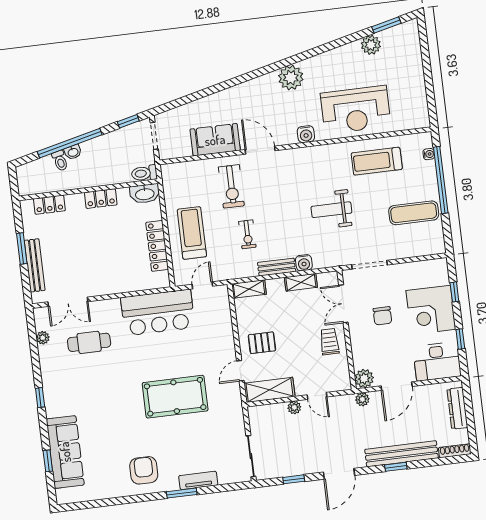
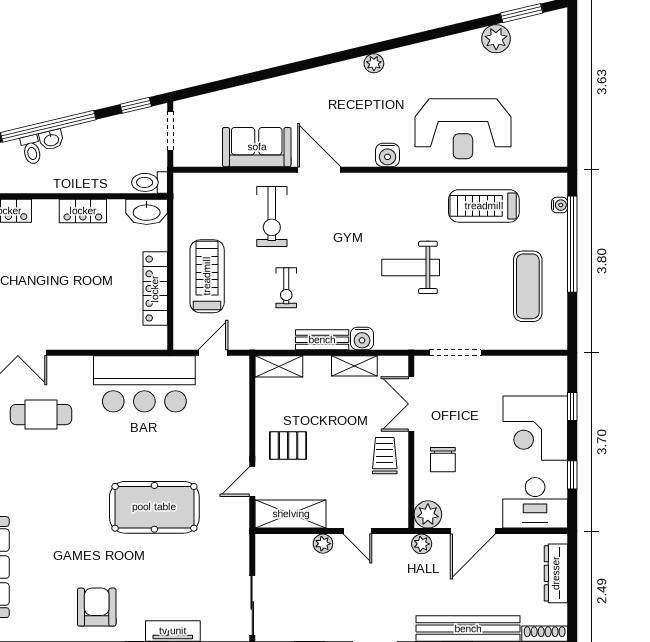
plant: (291, 78) -> (374, 63), width x0.53, depth x0.53
exercise mat: (414, 213) -> (528, 286), turned 90
chair: (382, 316) -> (443, 460), moved

